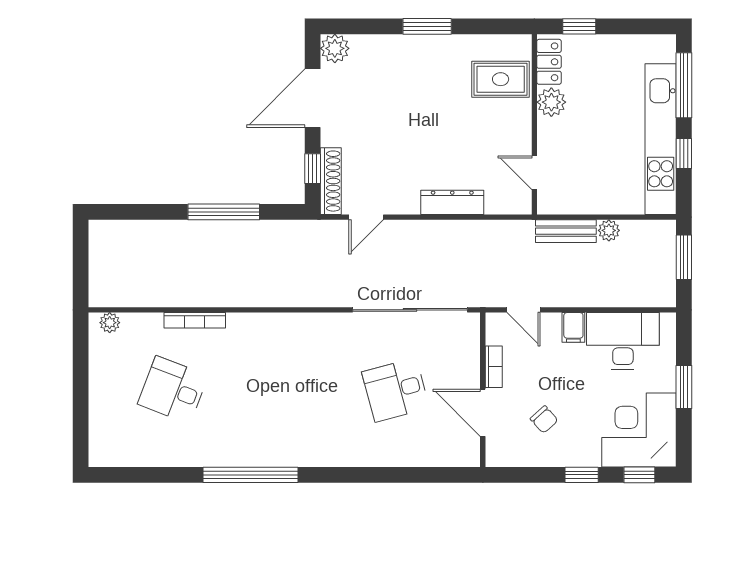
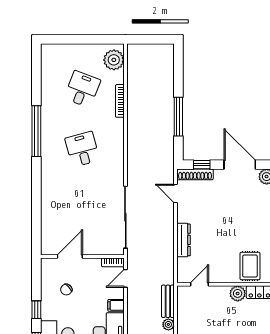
plant: (110, 323) -> (114, 60), width x1.88, depth x1.88
bookcase: (494, 367) -> (113, 262), moved
desk: (396, 390) -> (82, 149), moved

